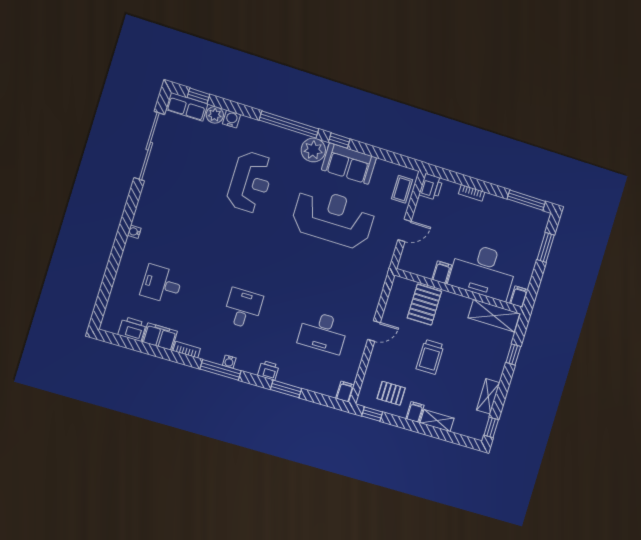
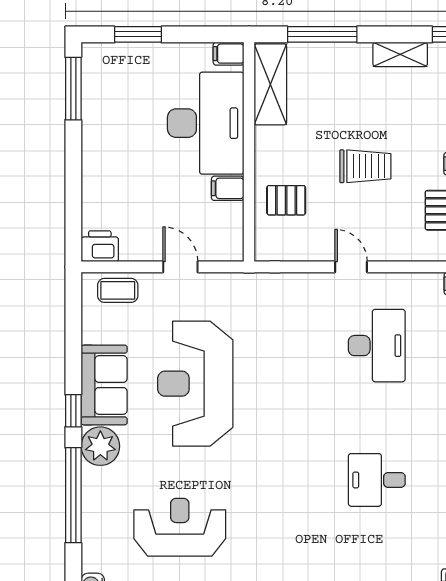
bookcase: (472, 193) -> (89, 179), removed
pallet: (424, 305) -> (286, 200), width x0.67, depth x0.71
window: (513, 354) -> (322, 34), width x2.17

